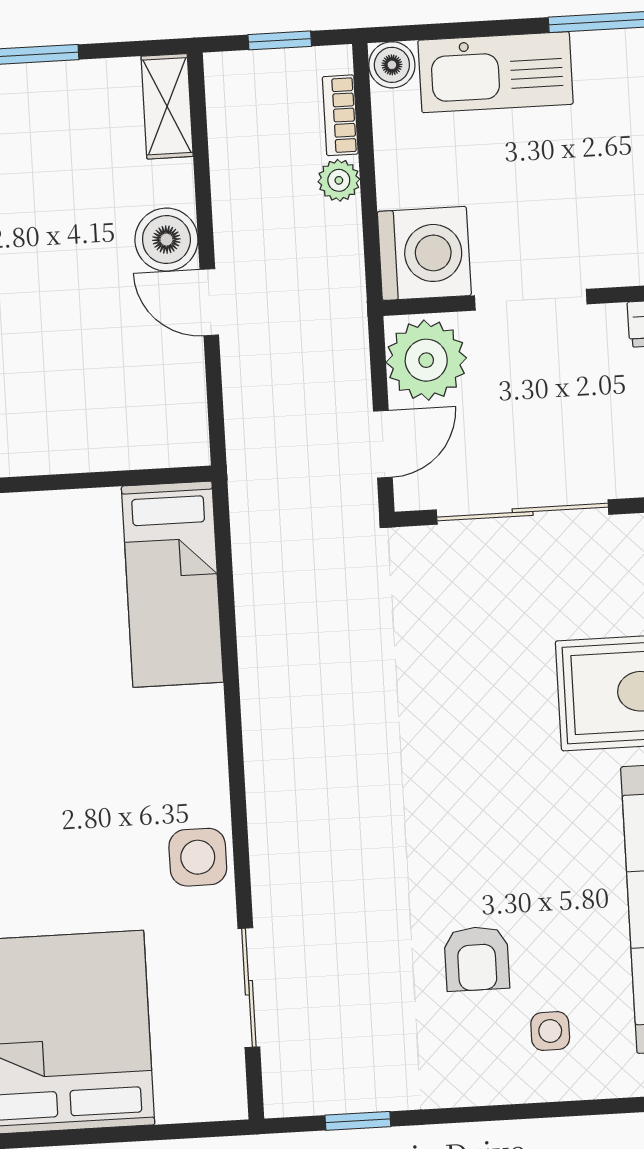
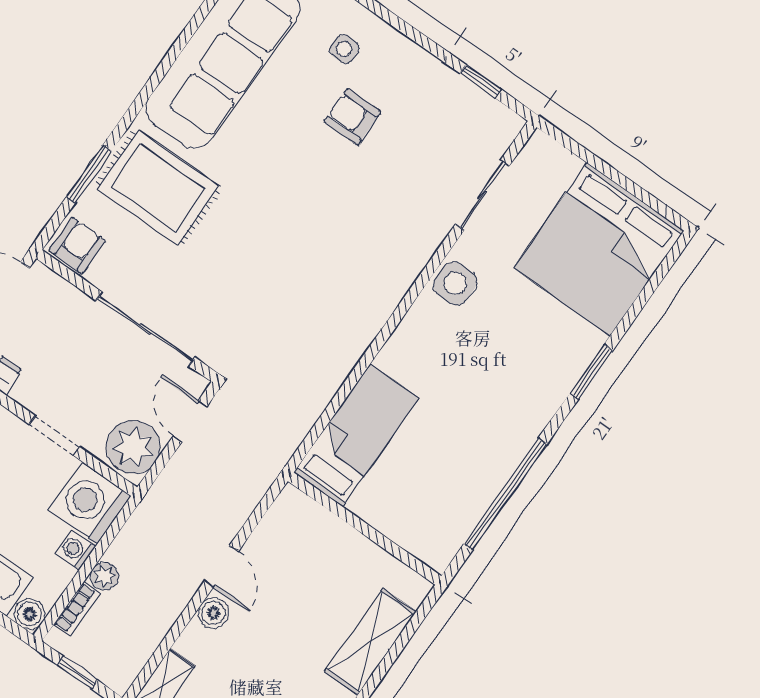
washing machine: (398, 184) -> (75, 550), added
boiler: (166, 240) -> (214, 613), width x0.73, depth x0.73
doorway: (531, 300) -> (54, 435), width x0.73
door: (383, 444) -> (190, 421), hinge flipped
armchair: (477, 959) -> (352, 117), turned -90

